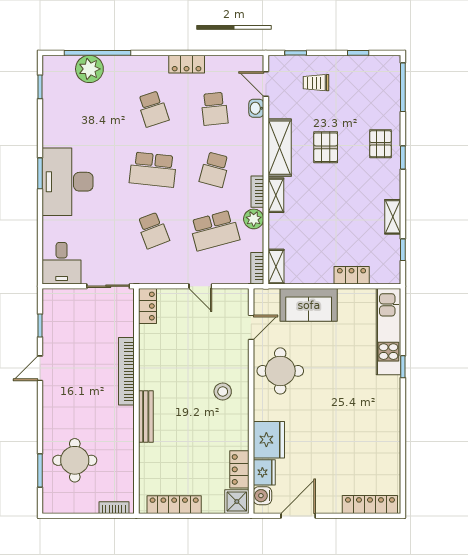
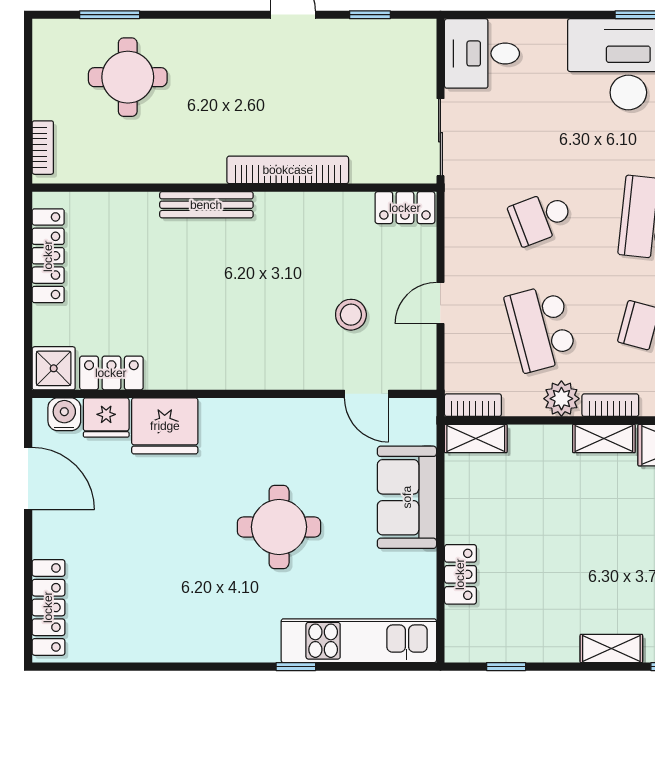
shelving: (393, 217) -> (611, 649), moved
round table: (280, 371) -> (279, 527), moved
stool: (223, 392) -> (351, 315), moved

